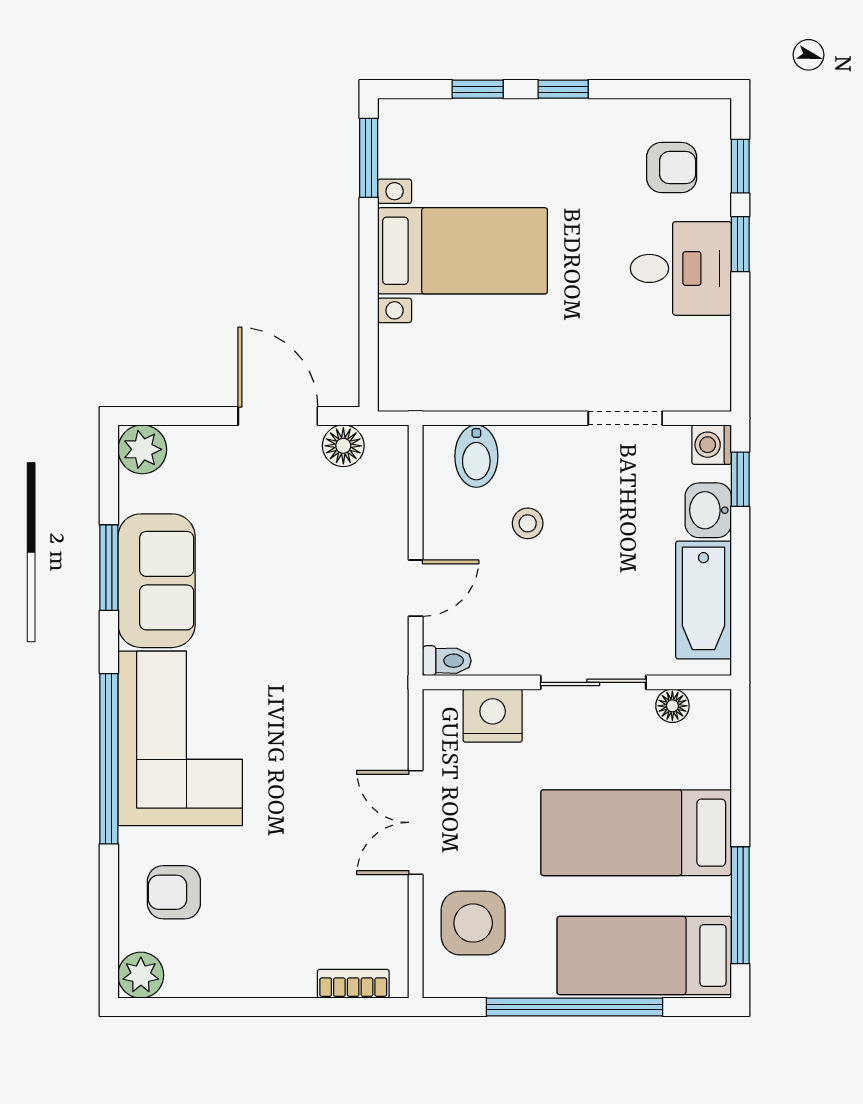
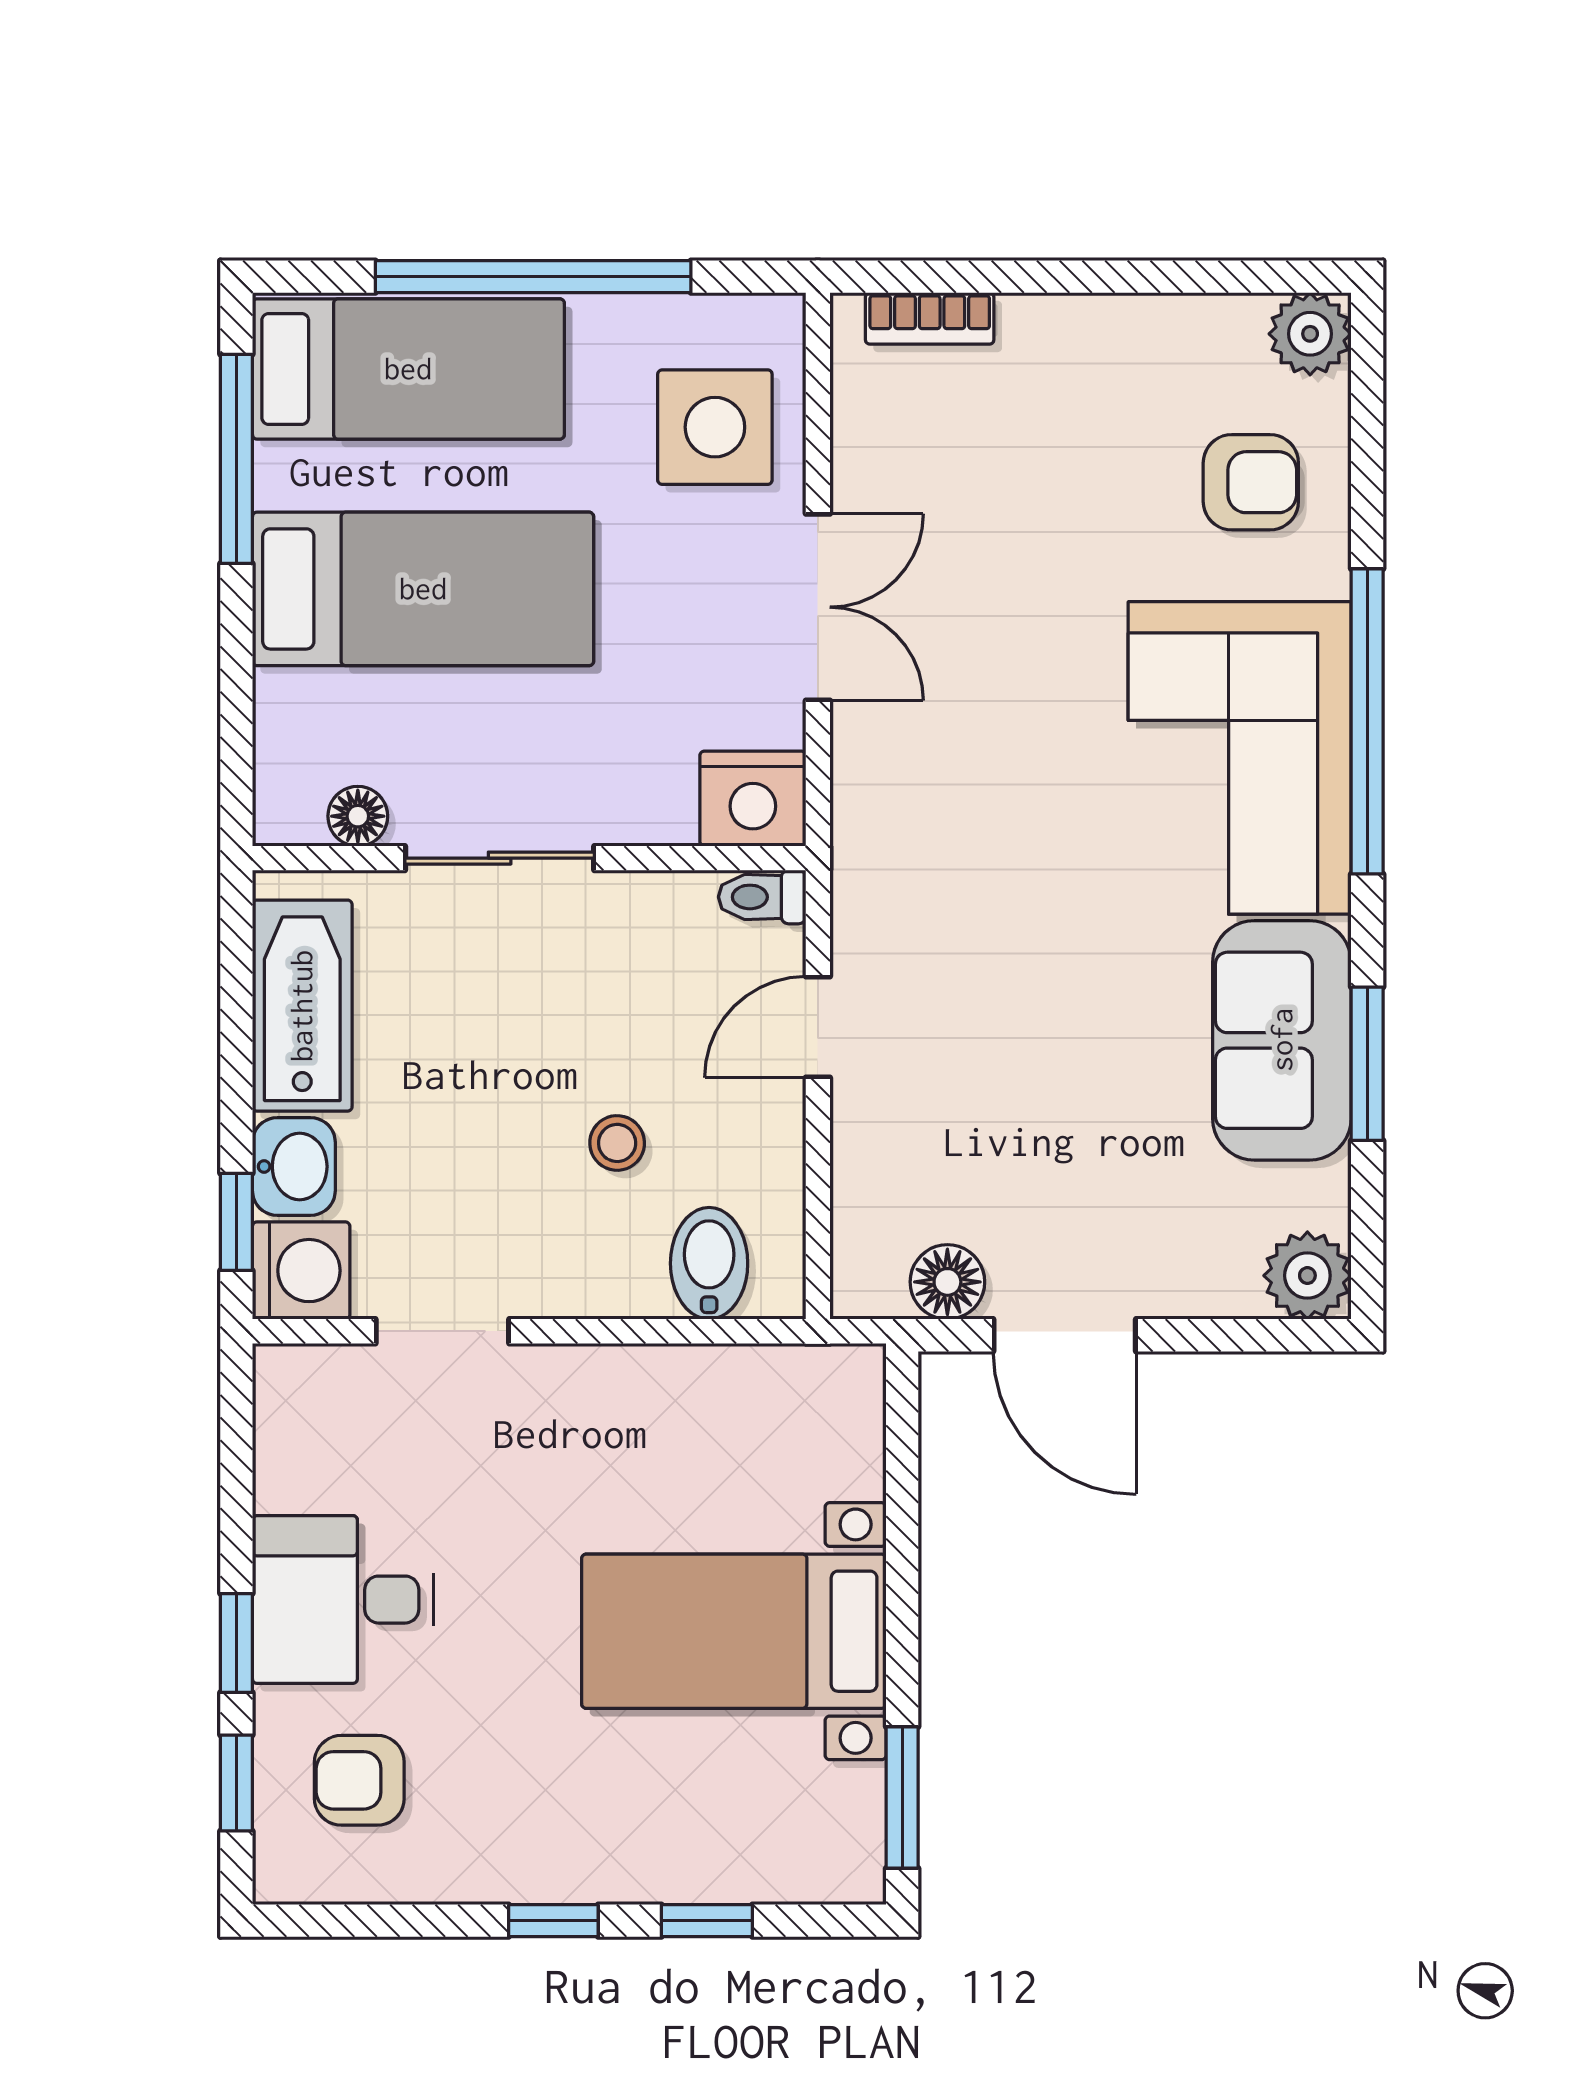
washing machine: (712, 445) -> (301, 1271), width x1.38, depth x1.38
nightstand: (493, 716) -> (753, 799), moved

